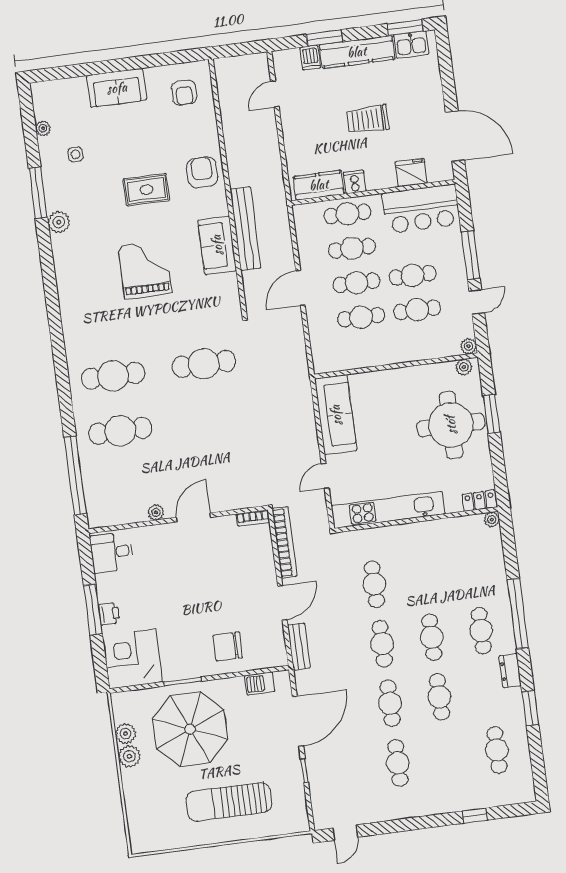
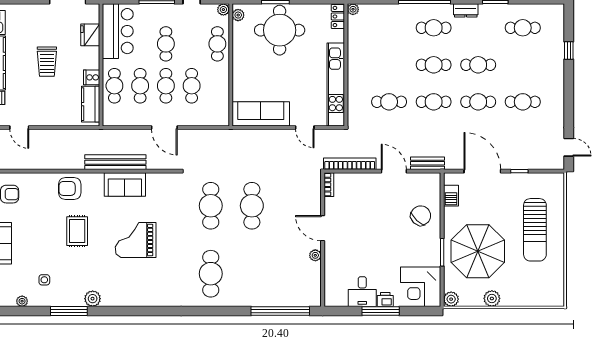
cafe table: (417, 310) -> (217, 44), moved
cafe table: (120, 431) -> (252, 206), moved
desk: (112, 552) -> (362, 292), moved
chair: (228, 646) -> (421, 216), turned -137
plant: (125, 734) -> (451, 299), moved

